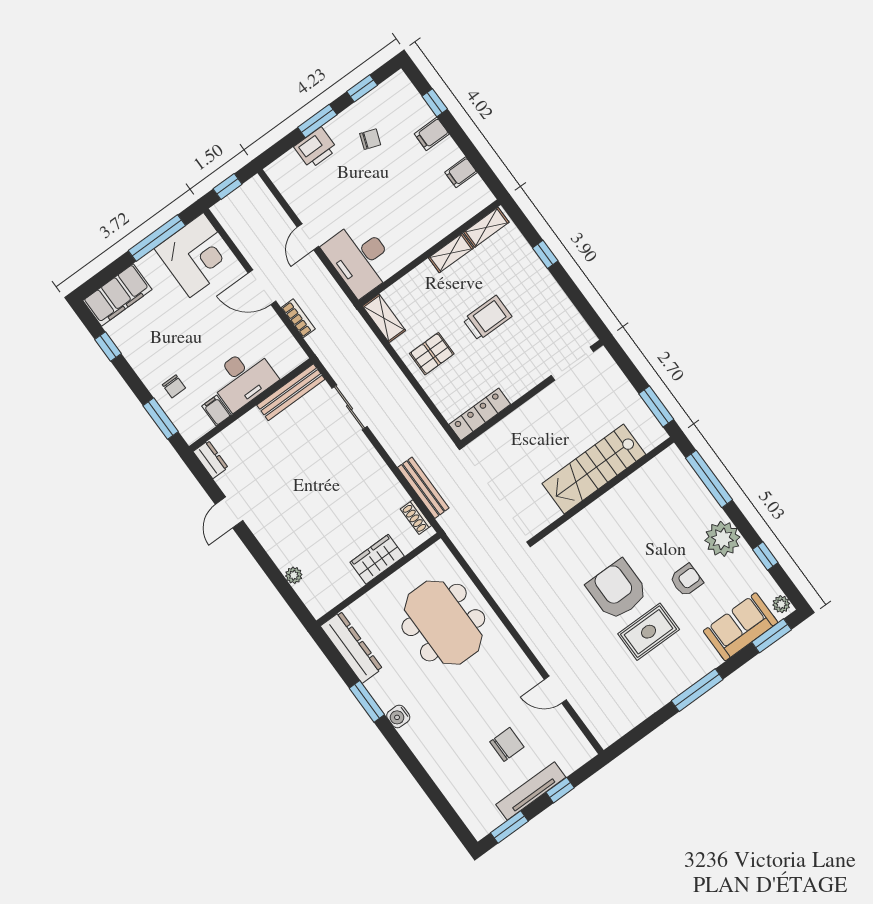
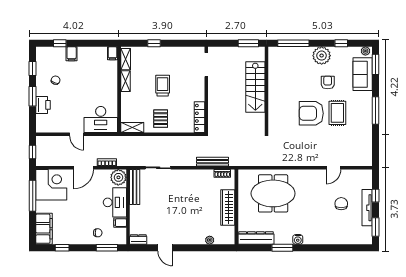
filing cabinet: (461, 172) -> (112, 53), moved
plant: (288, 355) -> (118, 177), added
wardrobe: (377, 559) -> (228, 207), width x1.50

